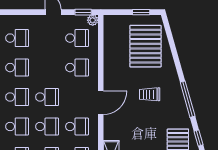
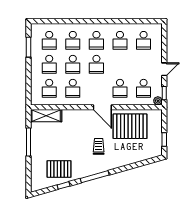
pallet: (145, 46) -> (130, 126), moved
door: (101, 103) -> (102, 107), moved

